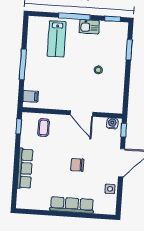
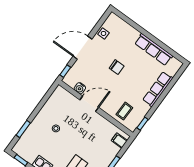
door: (82, 113) -> (89, 104), hinge flipped
water cooler: (112, 123) -> (80, 88), moved
row of seats: (72, 205) -> (154, 50), moved

